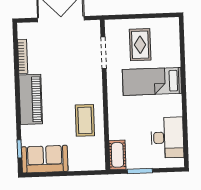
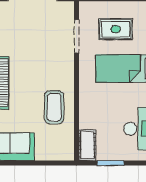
rug: (140, 45) -> (116, 29), turned 90

